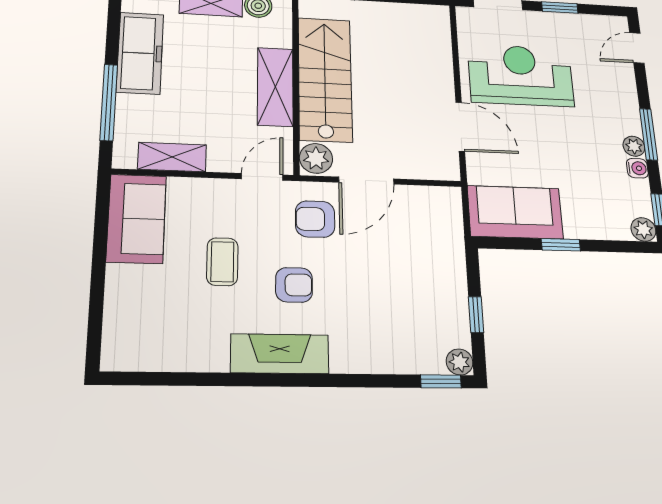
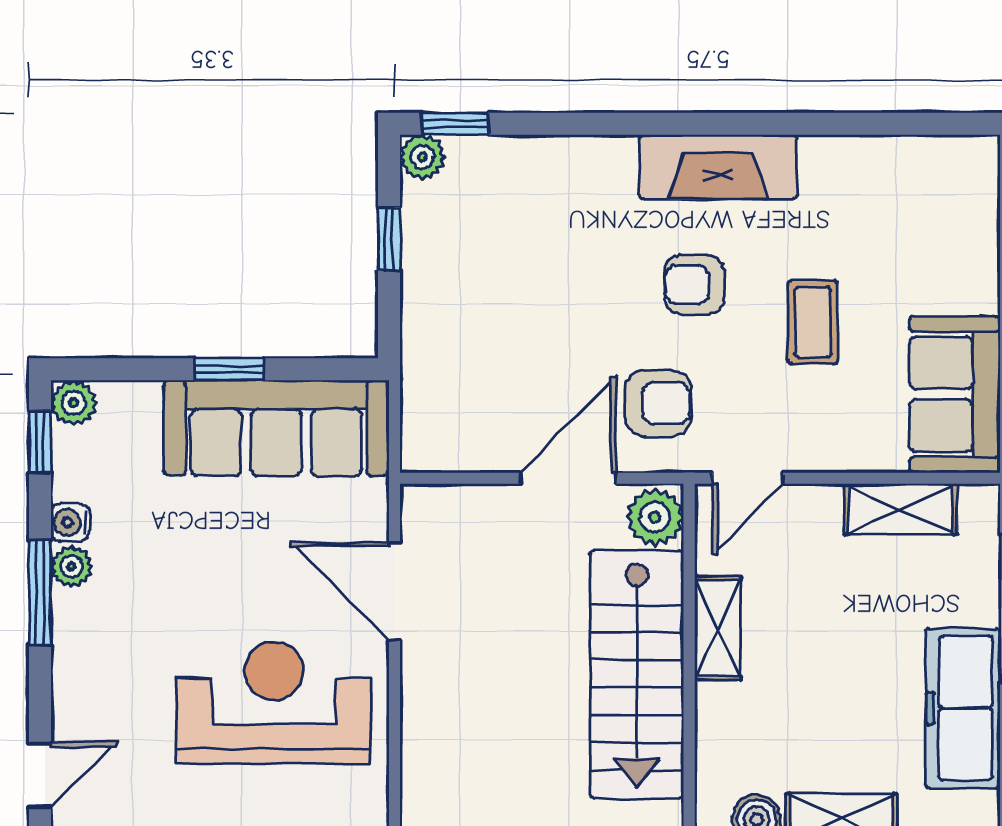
reception desk: (521, 75) -> (274, 703), turned 180
shelving: (275, 87) -> (718, 628), width x0.67, depth x0.75
sofa: (515, 212) -> (276, 428), width x1.36

